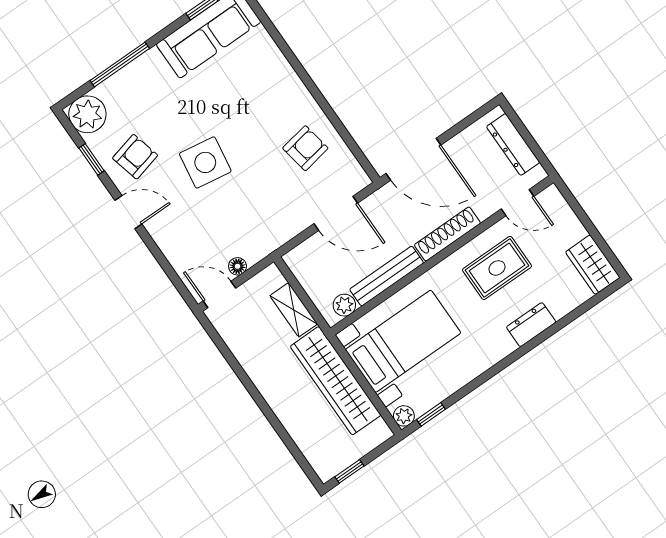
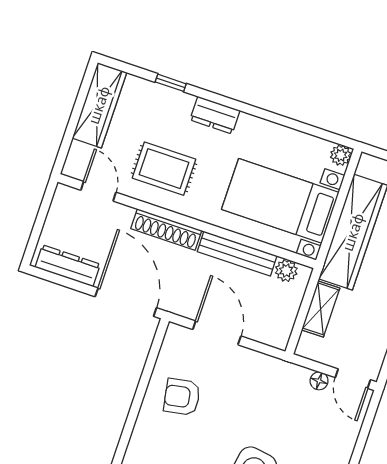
dresser: (513, 144) -> (68, 266), moved, turned -90
wardrobe: (593, 265) -> (99, 105), width x1.50
dresser: (531, 325) -> (215, 115), moved
window: (431, 414) -> (171, 83), moved

